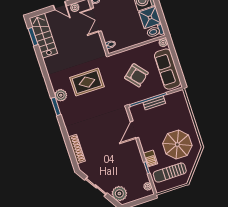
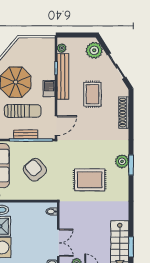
plant: (61, 95) -> (122, 161), moved
door: (134, 130) -> (56, 126), moved
rug: (109, 156) -> (92, 94), added
barbecue: (150, 158) -> (49, 89), moved
bench: (139, 163) -> (63, 76), added
sun lounger: (170, 173) -> (23, 111), moved

